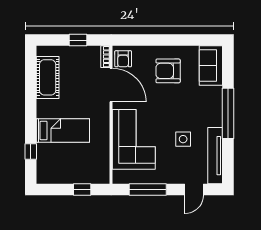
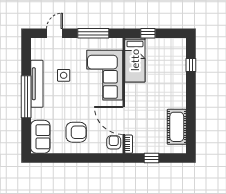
bed: (63, 131) -> (135, 60), moved, turned -90
tv unit: (215, 156) -> (37, 84), moved

